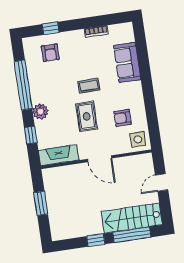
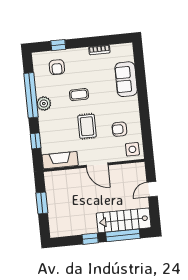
coffee table: (89, 86) -> (79, 95), moved
plant: (40, 112) -> (44, 104), moved

